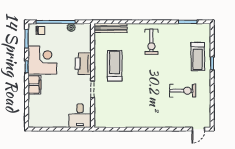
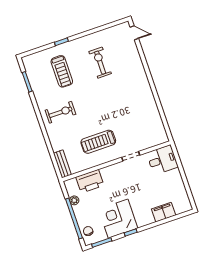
bench: (111, 28) -> (62, 164), width x0.73
treadmill: (198, 57) -> (62, 71), moved, turned 90
printer: (83, 64) -> (90, 181), moved
filing cabinet: (34, 85) -> (164, 212), moved

